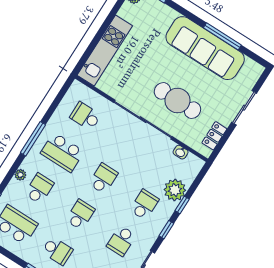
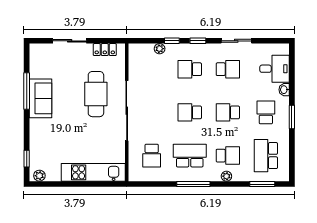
sofa: (205, 48) -> (41, 98), width x0.54, depth x0.79
school desk: (62, 152) -> (190, 156), turned -90
washbasin: (181, 152) -> (133, 67), removed
school desk: (39, 189) -> (228, 156), turned 180
plant: (175, 190) -> (160, 49), width x0.53, depth x0.53

